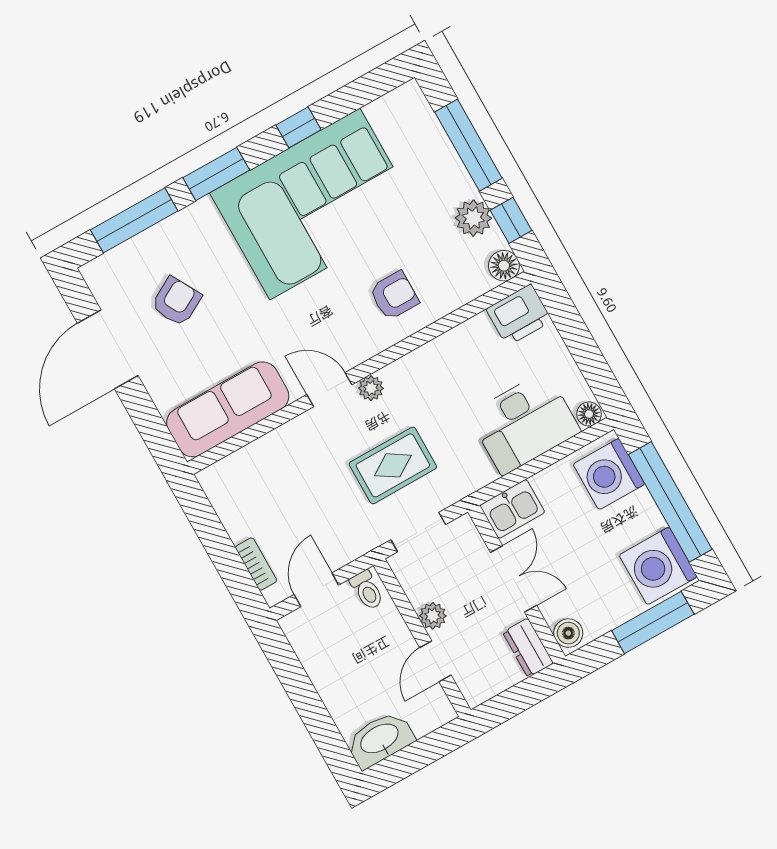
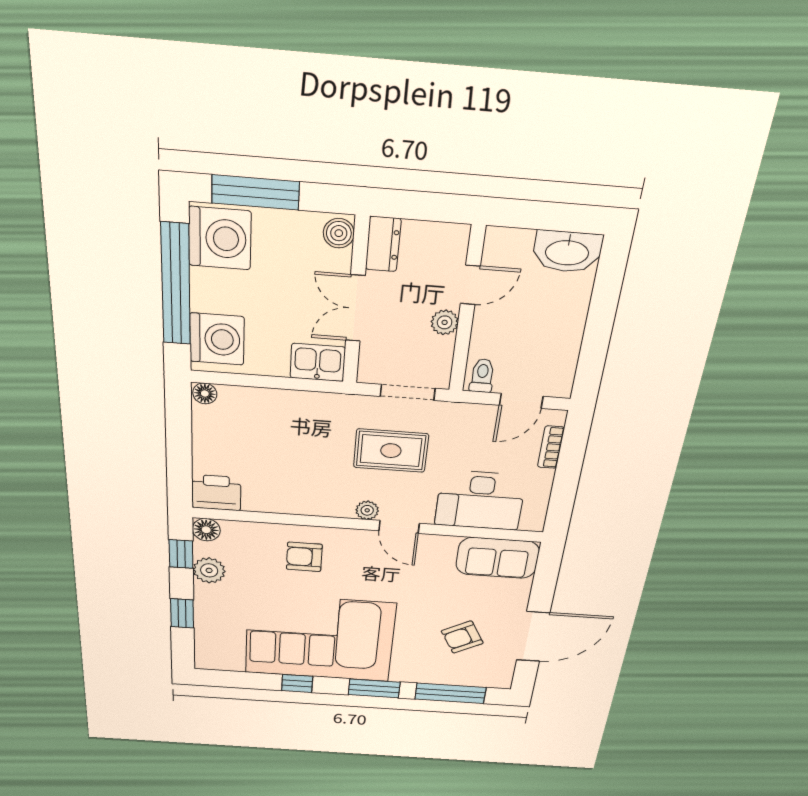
window: (468, 145) -> (182, 613), width x0.46
sofa: (228, 409) -> (498, 558), width x0.73
desk: (524, 423) -> (480, 500), moved, turned 180

